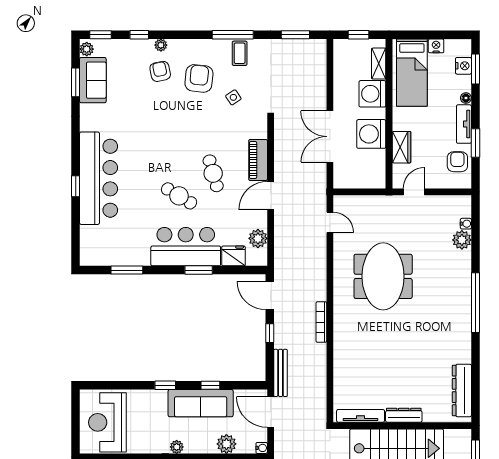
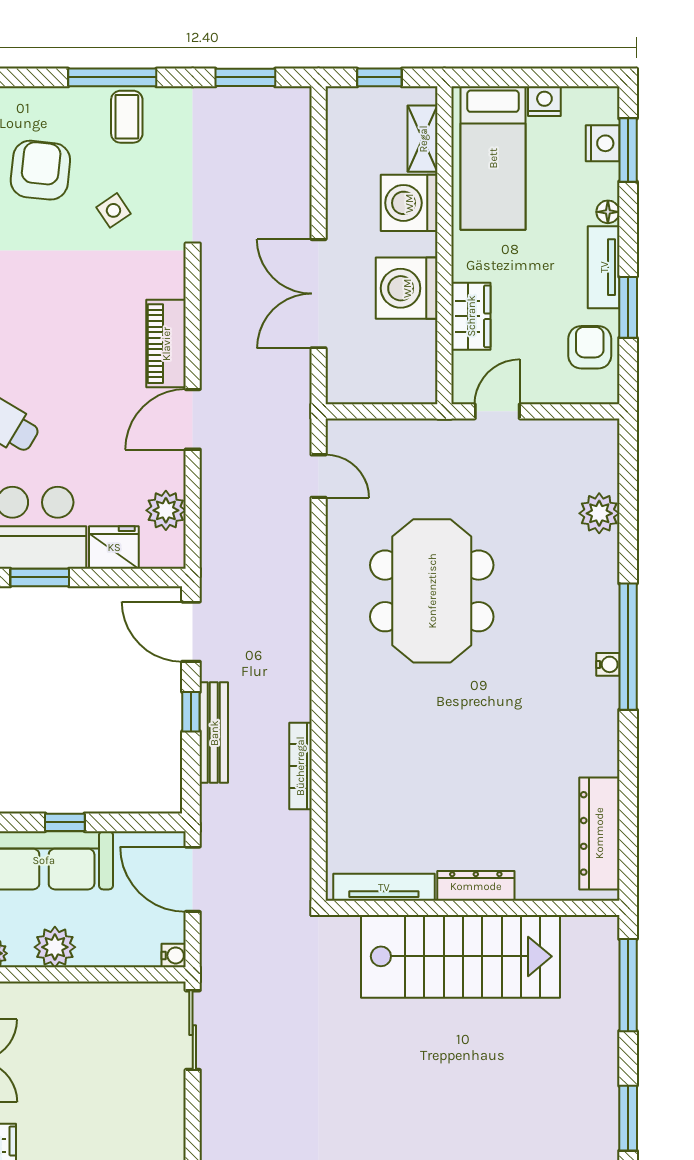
cafe table: (213, 173) -> (71, 372), removed
water cooler: (466, 224) -> (608, 664), moved
bookcase: (321, 322) -> (300, 766), moved
bench: (280, 373) -> (214, 733), moved
plant: (226, 444) -> (55, 947), moved

